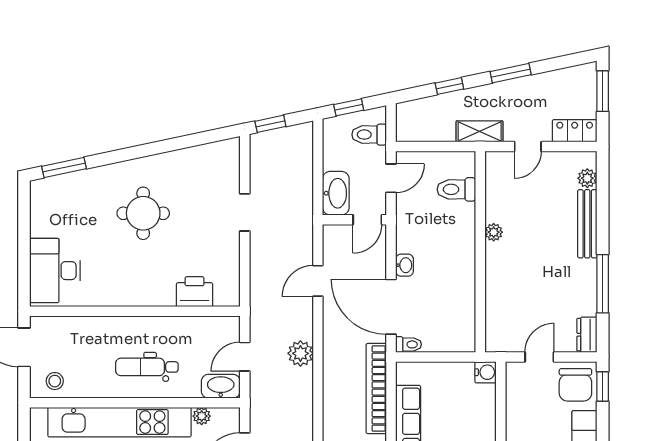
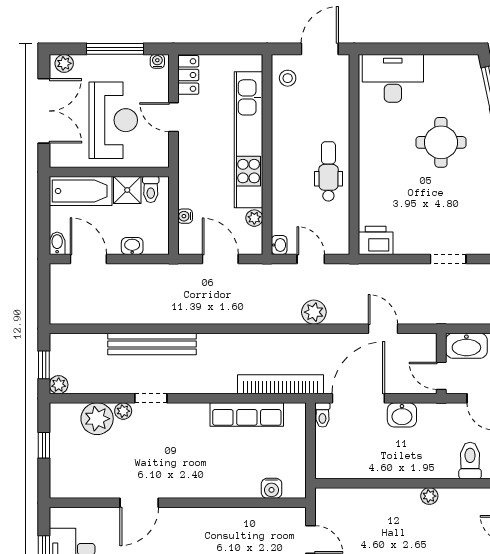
round table: (143, 213) -> (441, 142), moved
washbasin: (405, 265) -> (402, 415), width x1.38, depth x1.45
printer: (195, 292) -> (376, 240), moved, turned -90
dental chair: (147, 367) -> (328, 171), moved
water cooler: (486, 372) -> (272, 488), moved
washbasin: (221, 386) -> (279, 245), width x0.52, depth x0.69

